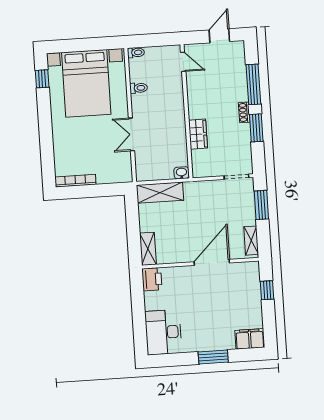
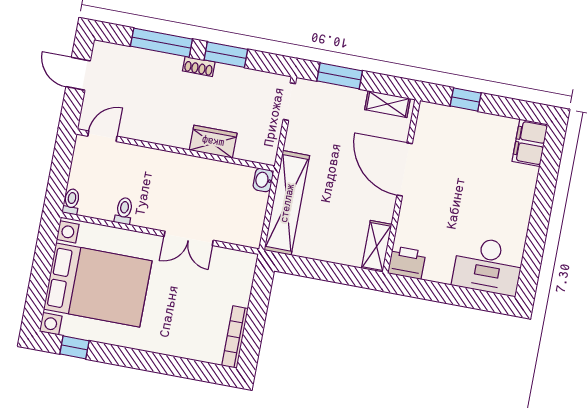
shelving: (160, 193) -> (287, 203), width x1.47
shelving: (148, 249) -> (377, 246), moved, turned 90
window: (213, 357) -> (543, 203), removed

